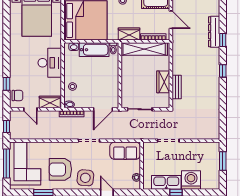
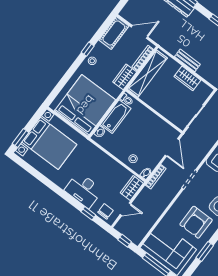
desk: (50, 63) -> (84, 190), moved, turned 180
bench: (177, 87) -> (187, 60), moved

